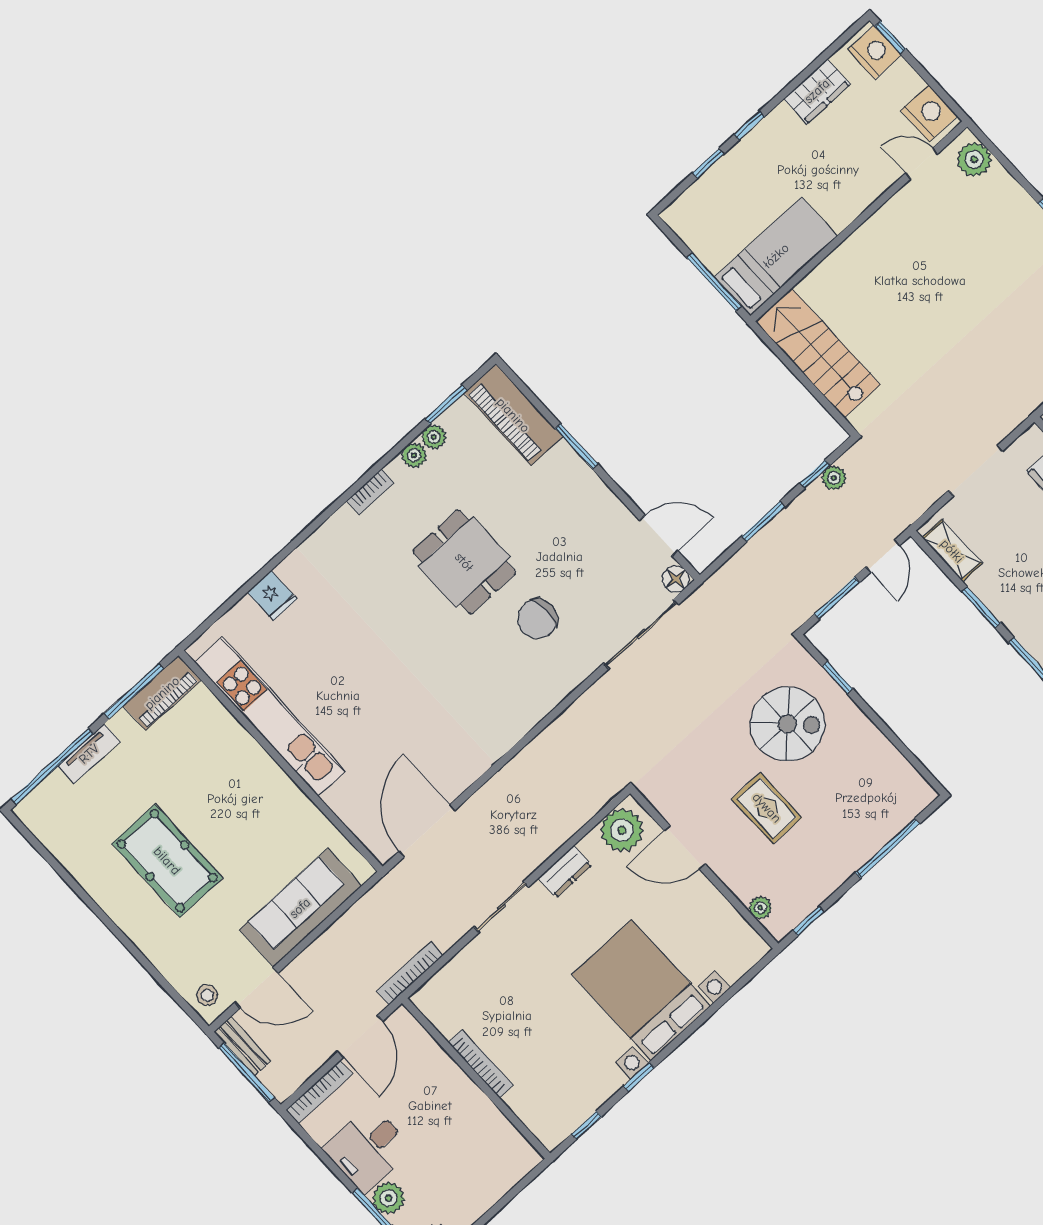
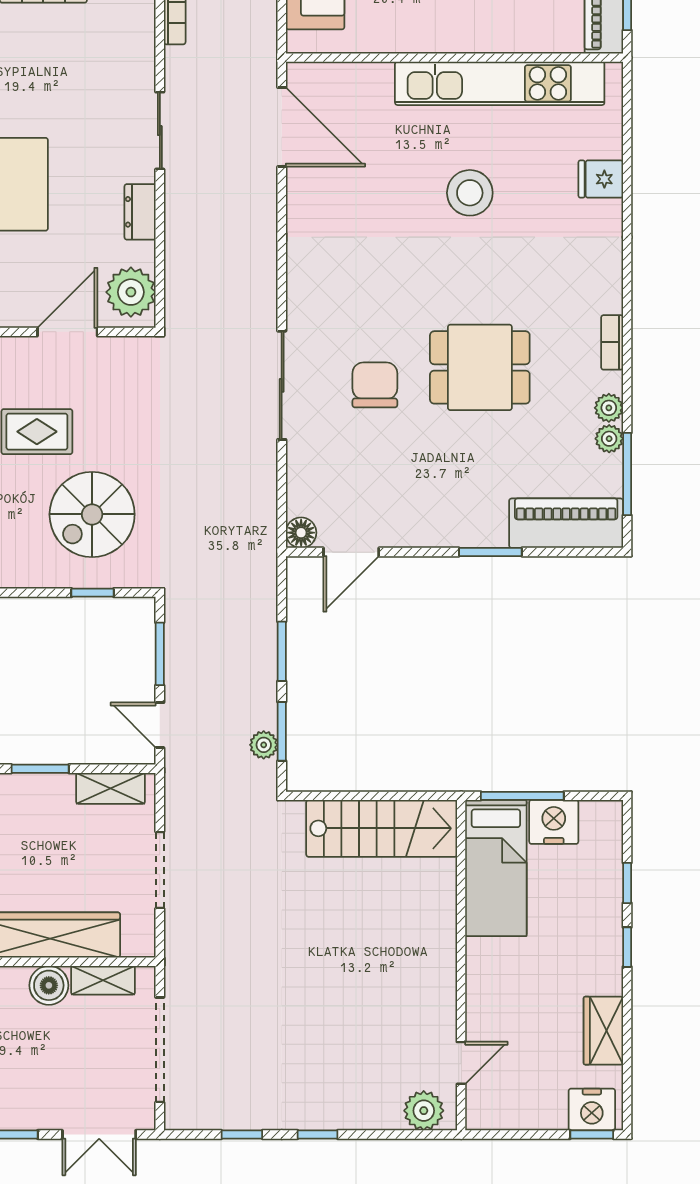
nightstand: (929, 113) -> (554, 822), moved, turned 180
window: (446, 405) -> (627, 474), width x1.44
window: (815, 474) -> (282, 731), width x1.50
sliding door: (641, 634) -> (282, 385), moved
stool: (358, 671) -> (470, 193), added

